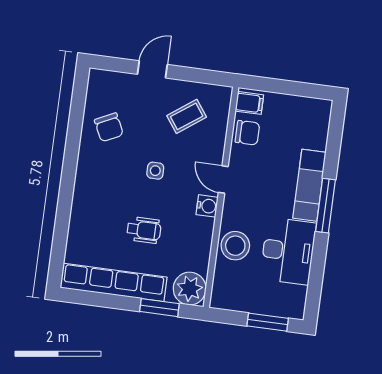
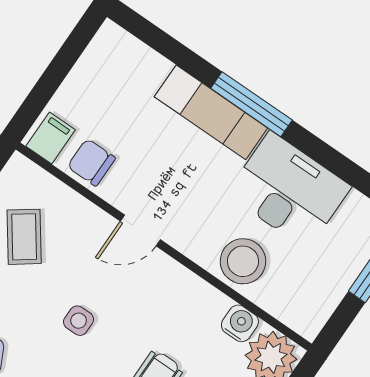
chair: (247, 133) -> (91, 162), turned -90
water cooler: (207, 206) -> (240, 323), moved

